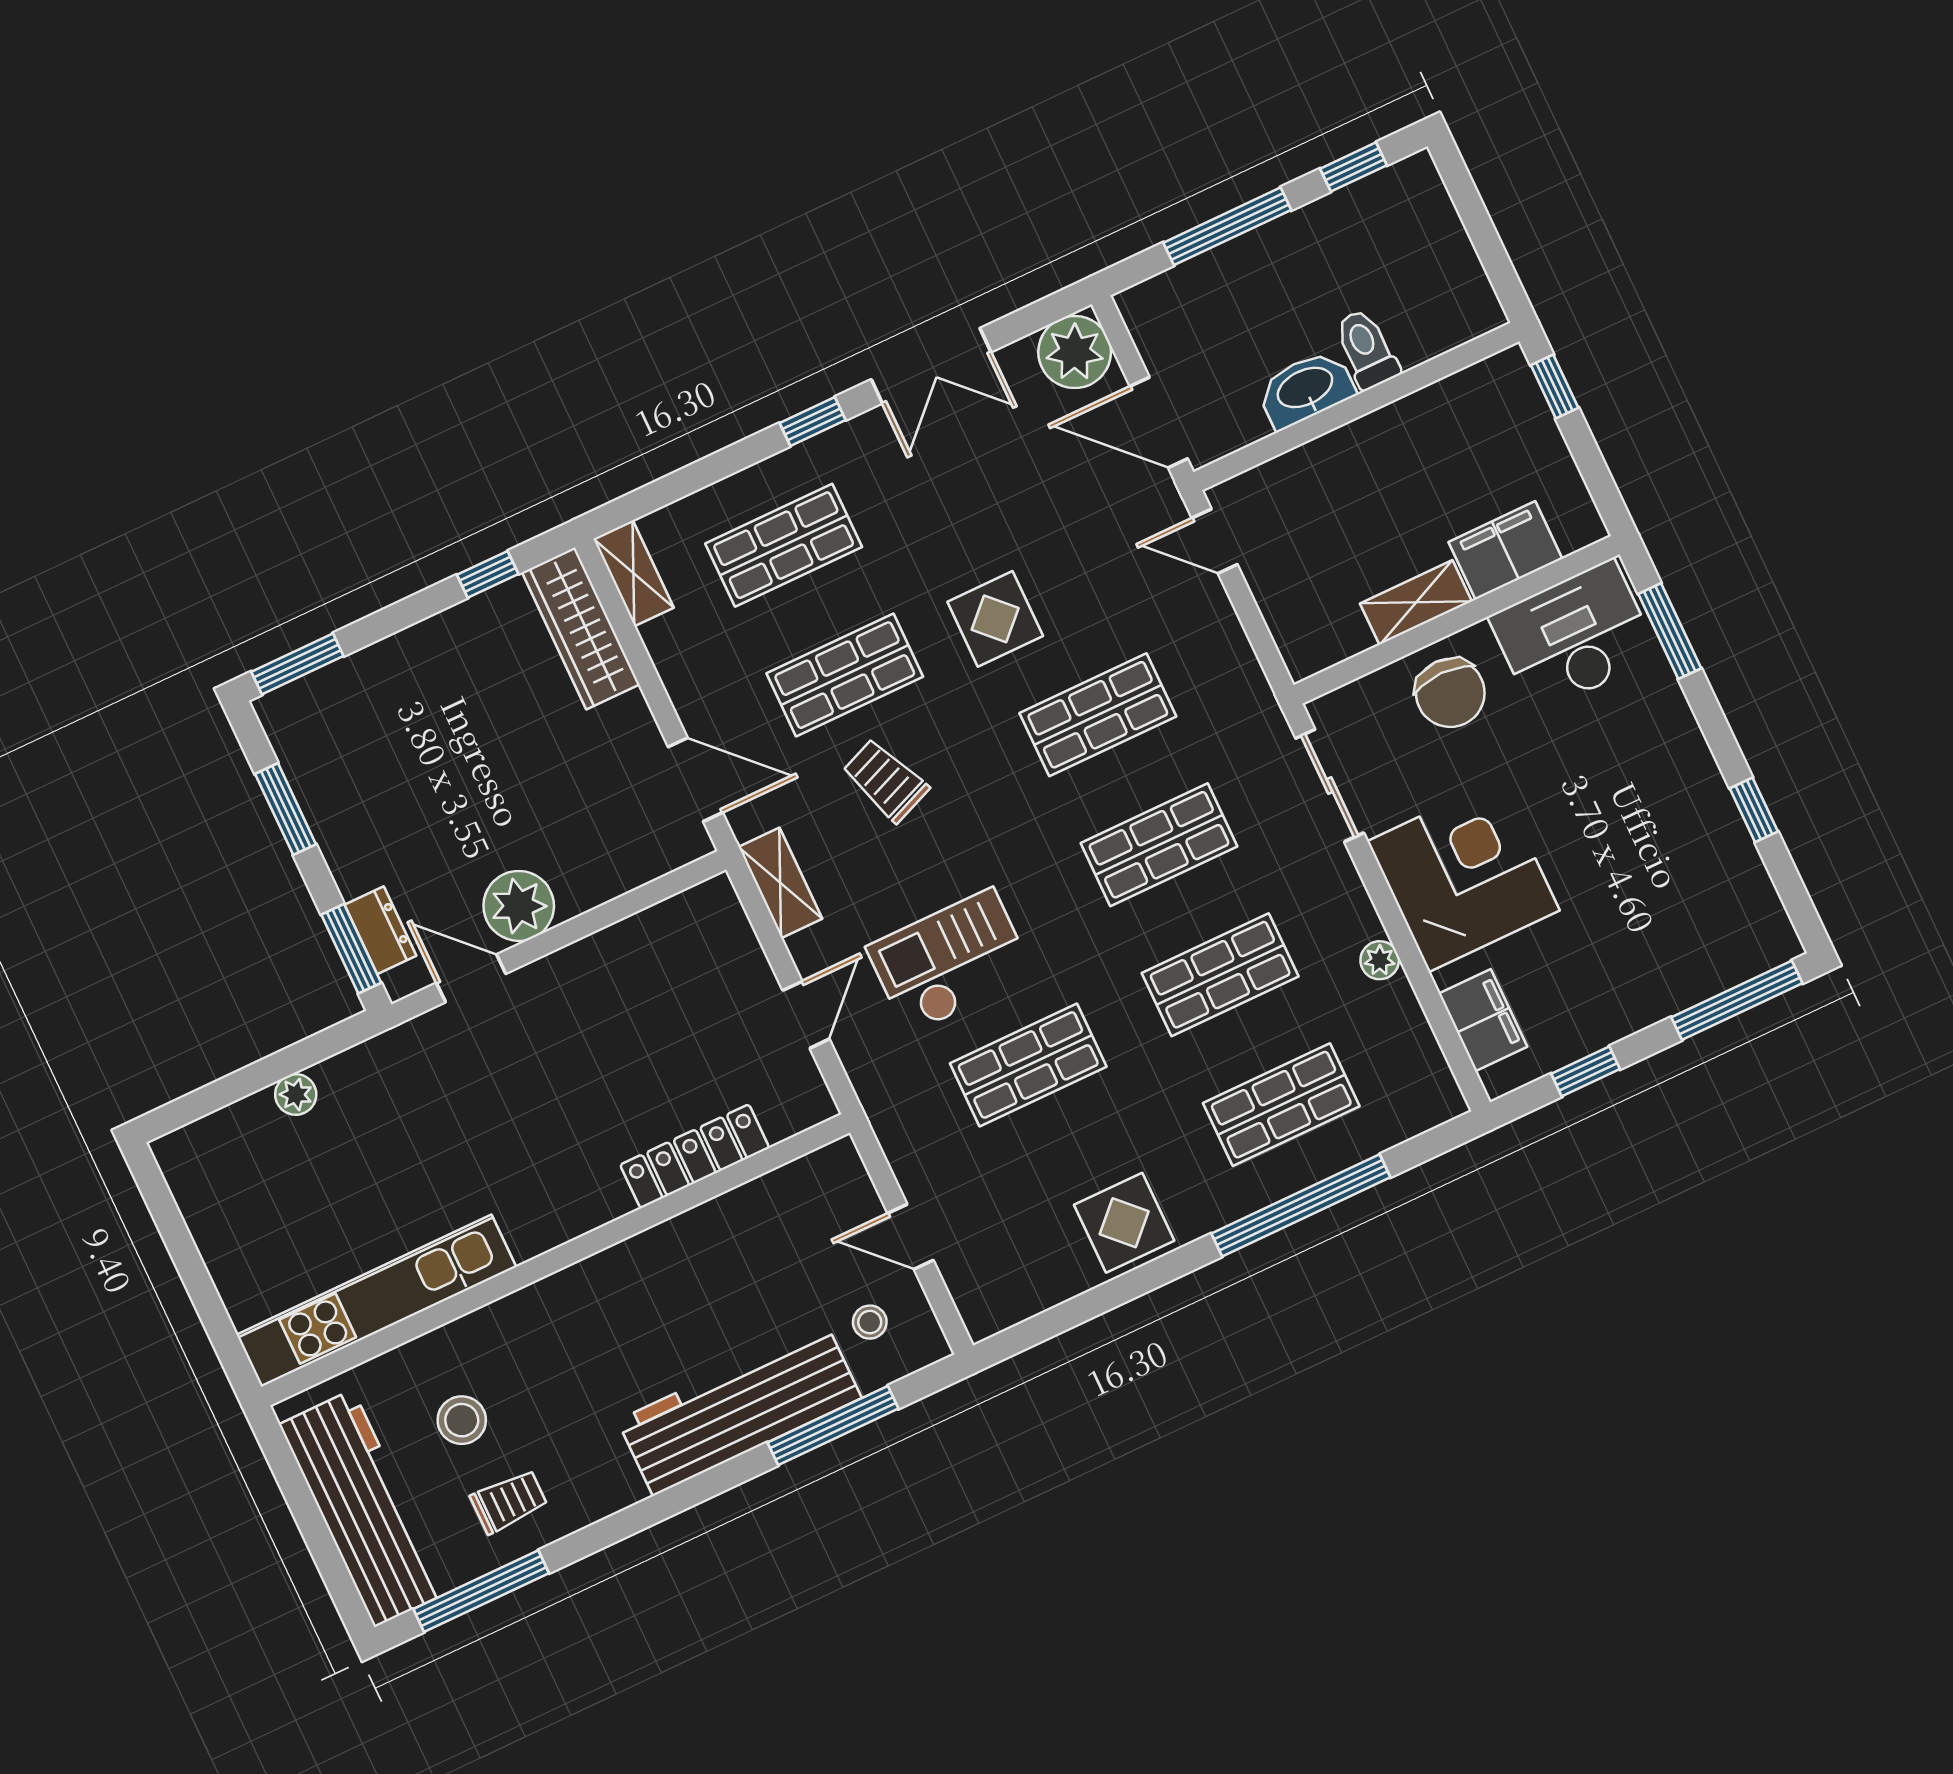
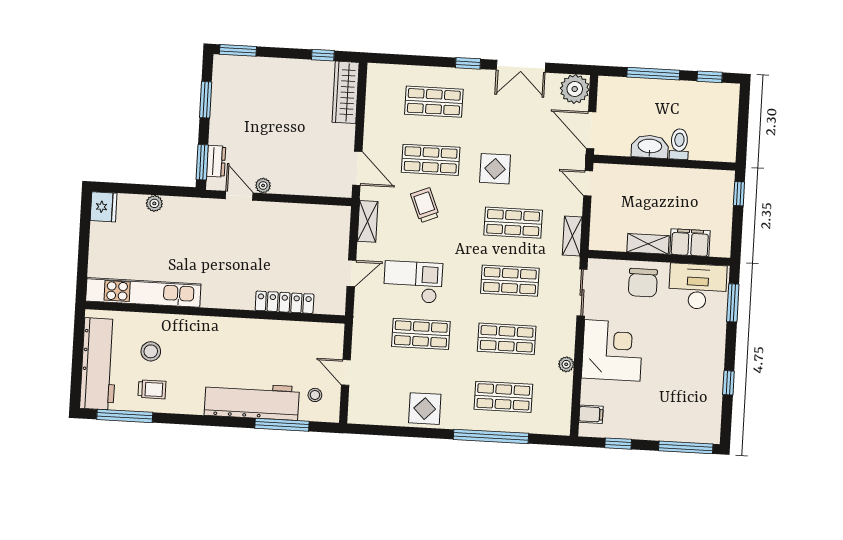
shelving: (633, 573) -> (572, 236), moved
plant: (519, 906) -> (263, 185), width x0.53, depth x0.53
filing cabinet: (1483, 1020) -> (591, 414), width x0.50
fridge: (189, 1162) -> (104, 207), added

